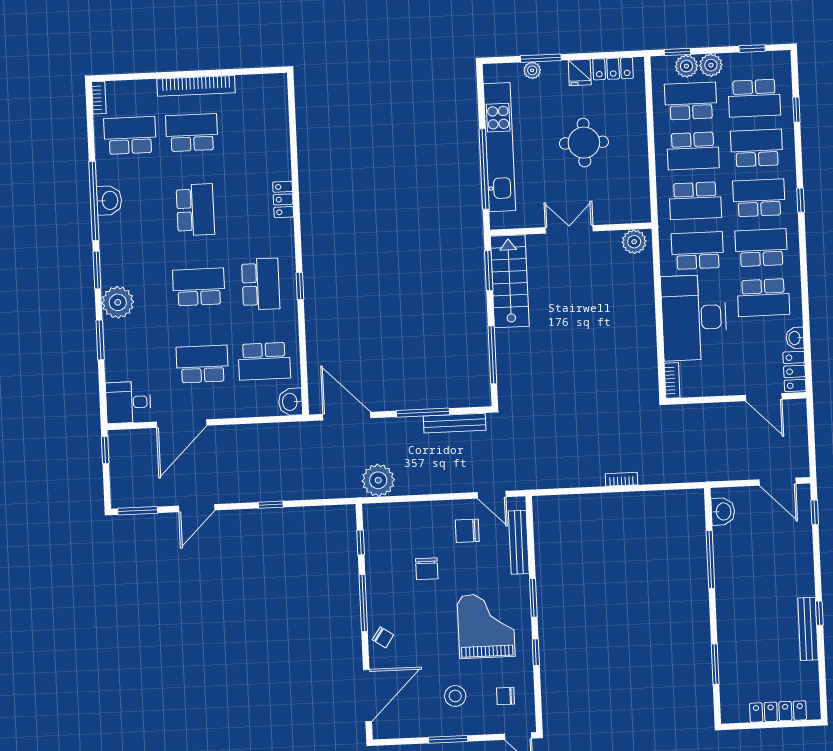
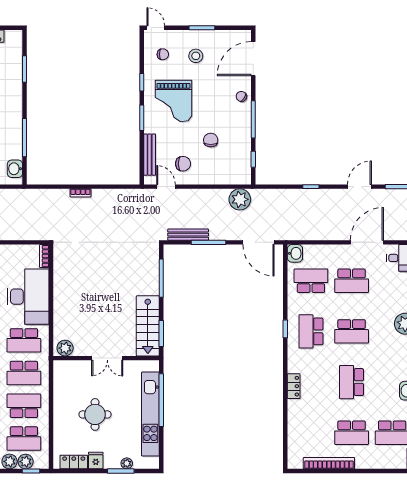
bookcase: (196, 86) -> (329, 463), moved
school desk: (695, 201) -> (24, 373), turned 180

